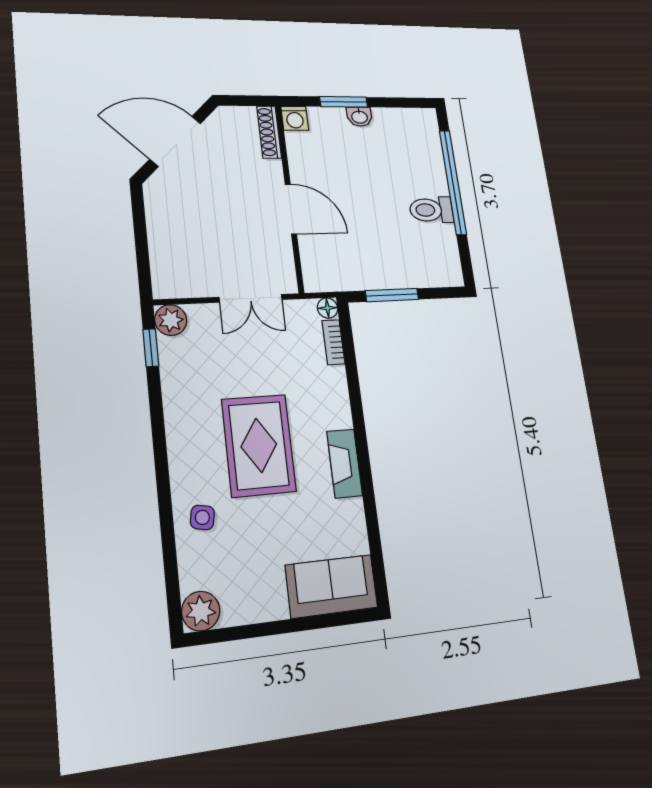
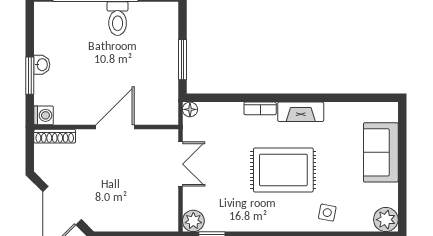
bookcase: (333, 342) -> (260, 108), moved
sofa: (331, 586) -> (381, 152), moved

